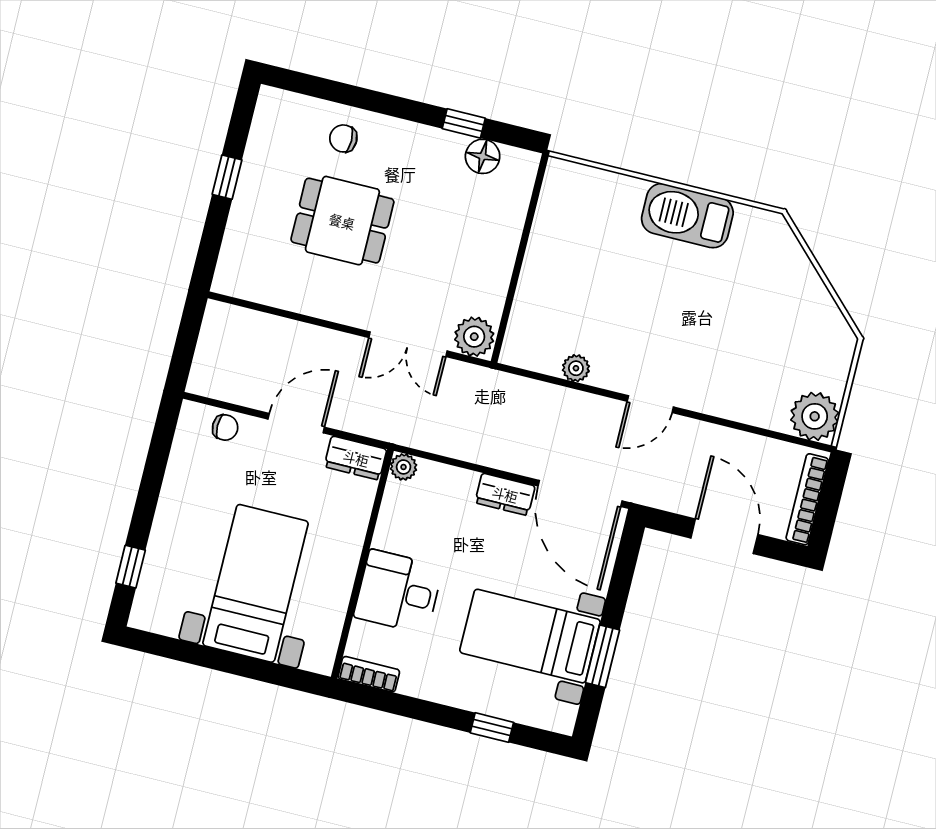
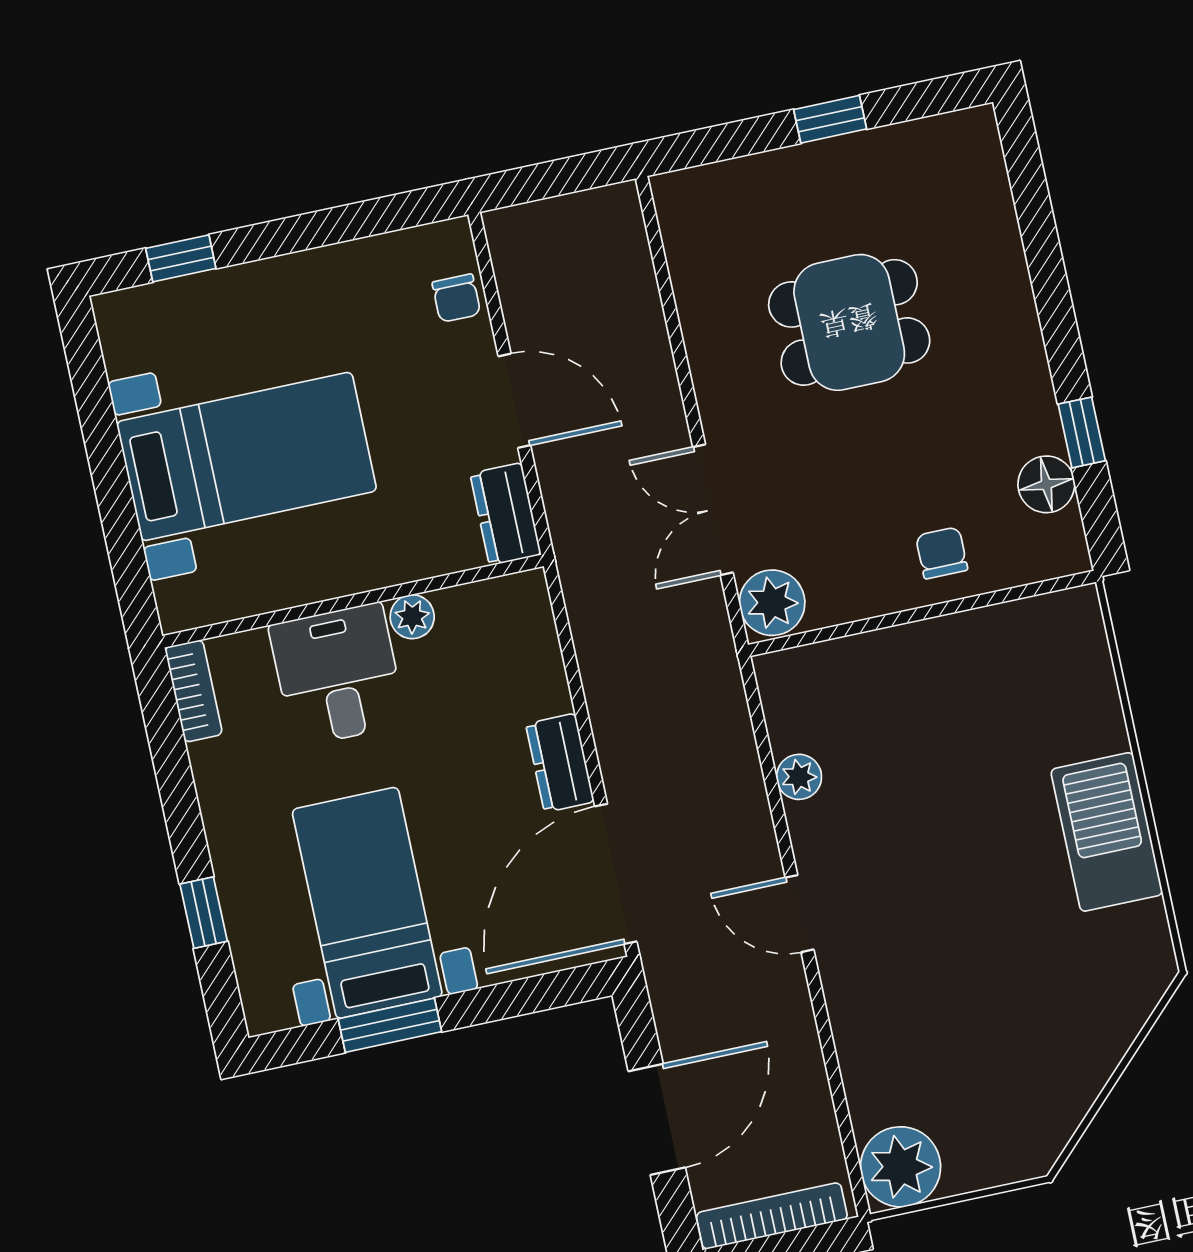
chair: (343, 138) -> (942, 553), moved
dining table: (342, 221) -> (849, 322), turned 90
plant: (404, 467) -> (412, 617), moved

